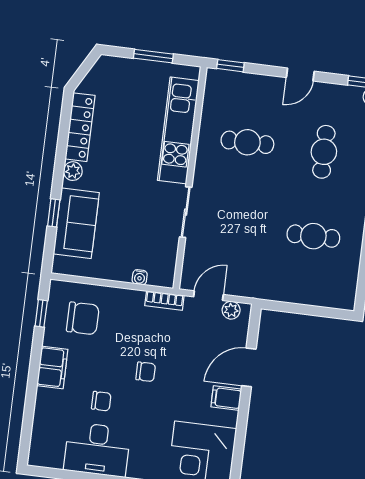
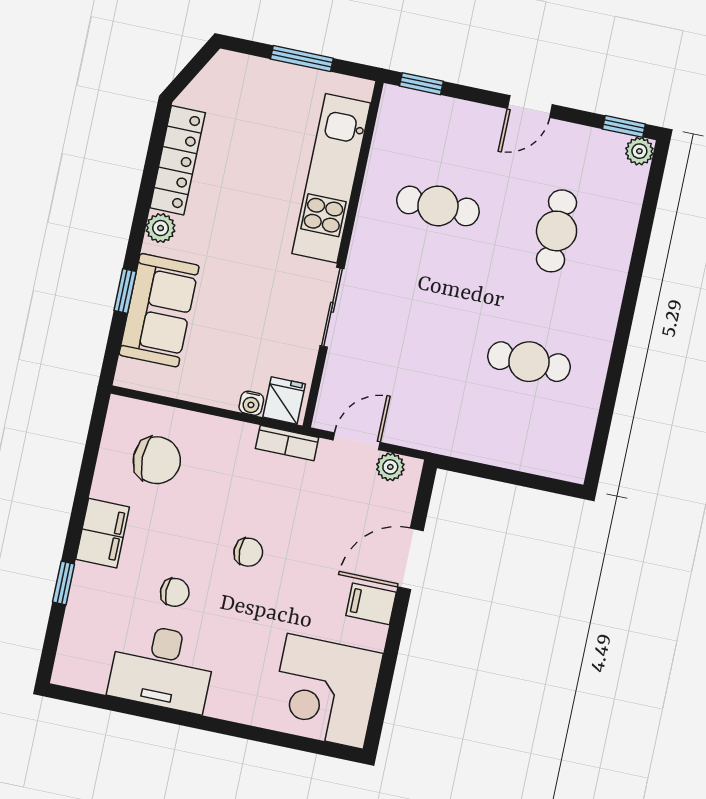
fridge: (160, 274) -> (284, 400), added
window: (41, 313) -> (64, 583), moved

